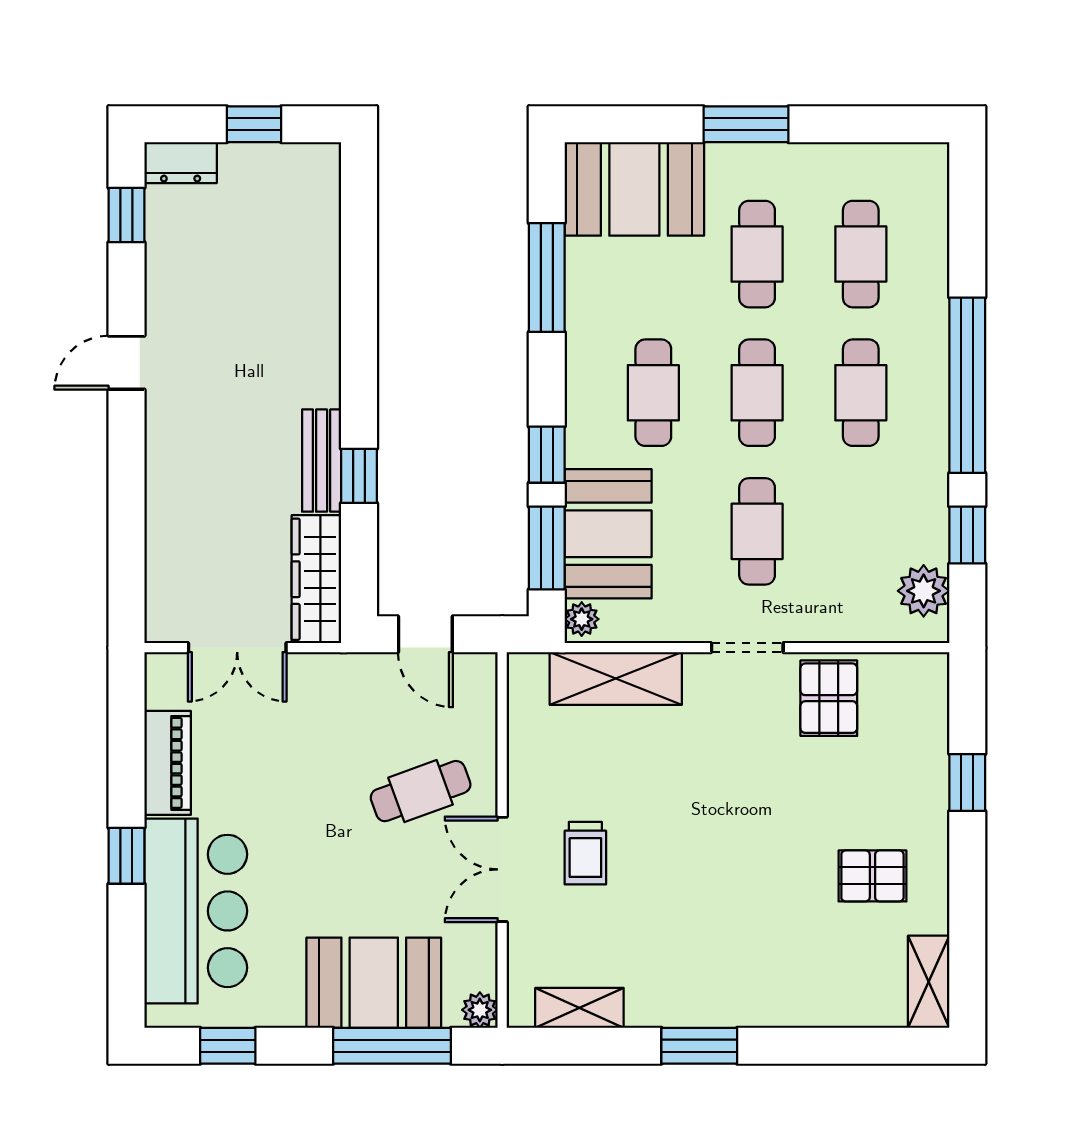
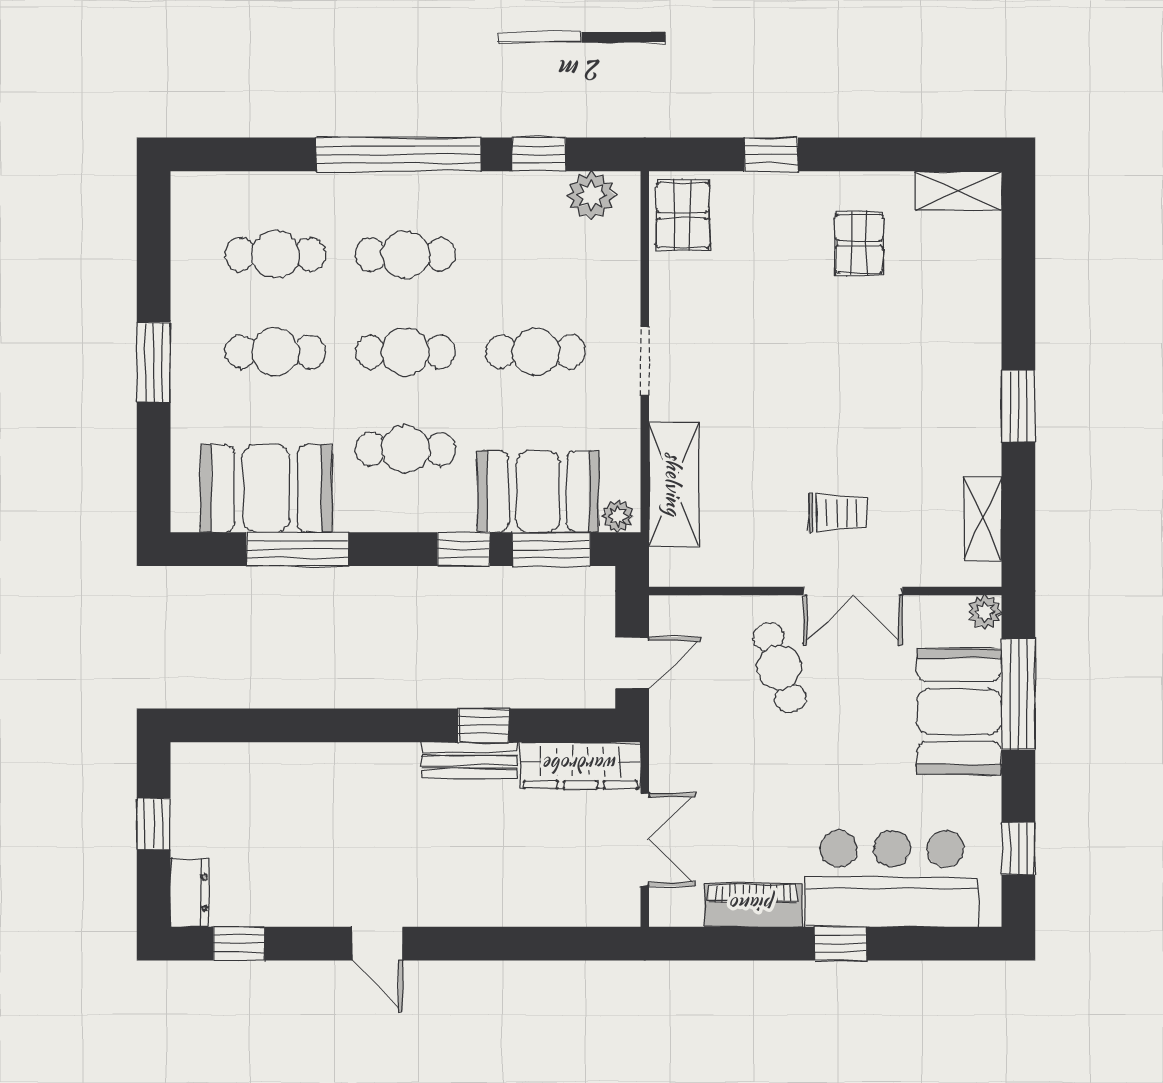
booth: (634, 189) -> (266, 488), moved, turned 90
pallet: (829, 698) -> (683, 215), moved, turned 90

